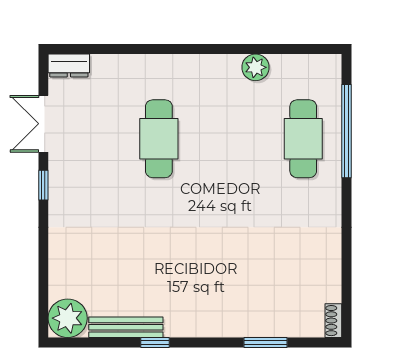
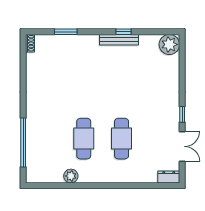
cafe table: (303, 139) -> (84, 139), moved
bench: (126, 327) -> (119, 40), moved

